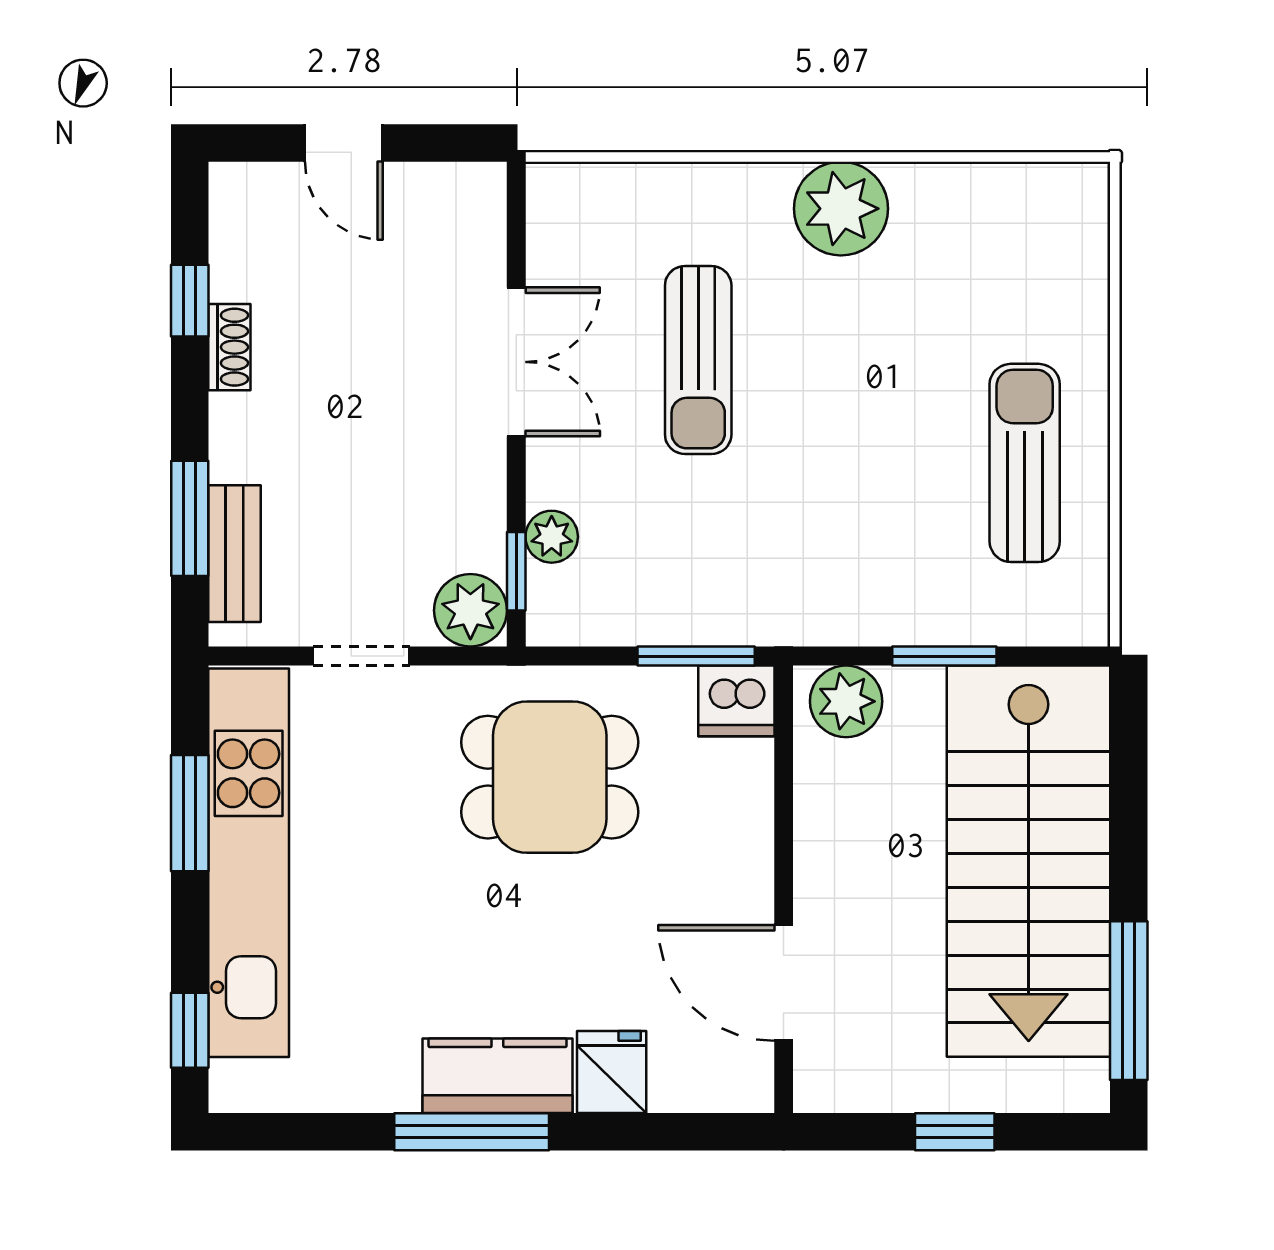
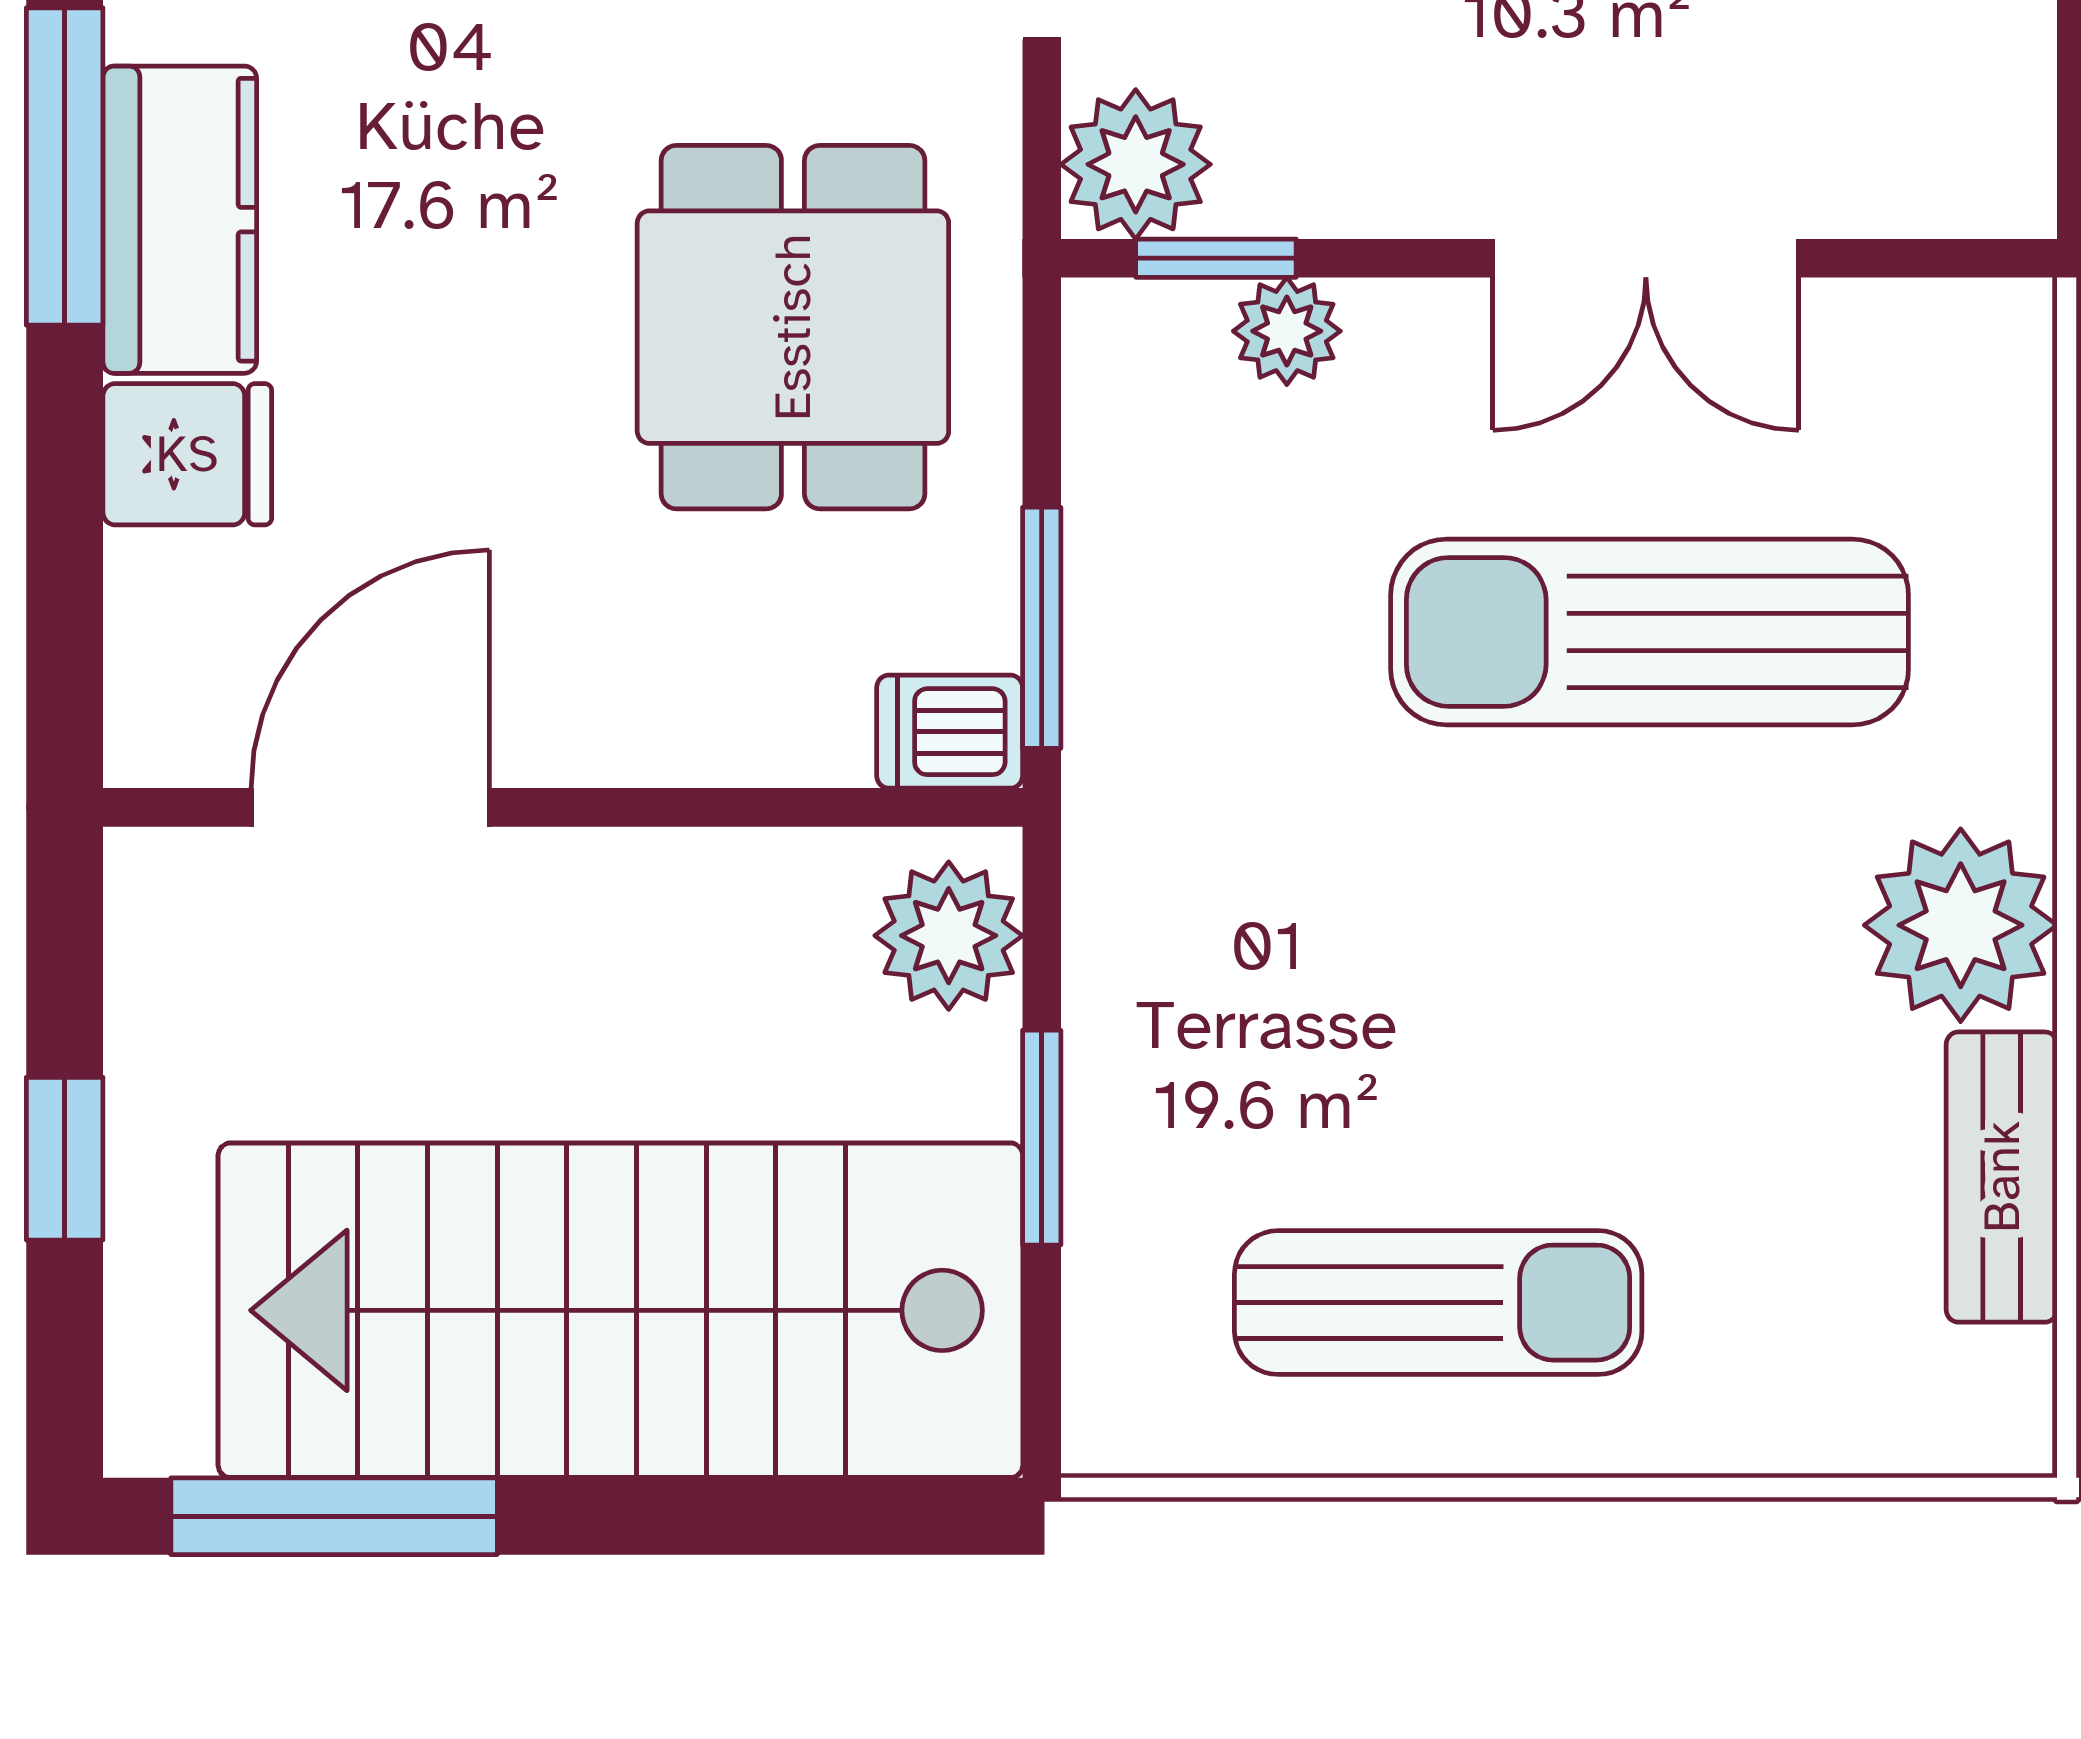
bench: (964, 189) -> (2002, 1177), added
sun lounger: (698, 360) -> (1650, 632), width x1.36, depth x1.34
dishwasher: (736, 701) -> (950, 732), width x0.73

